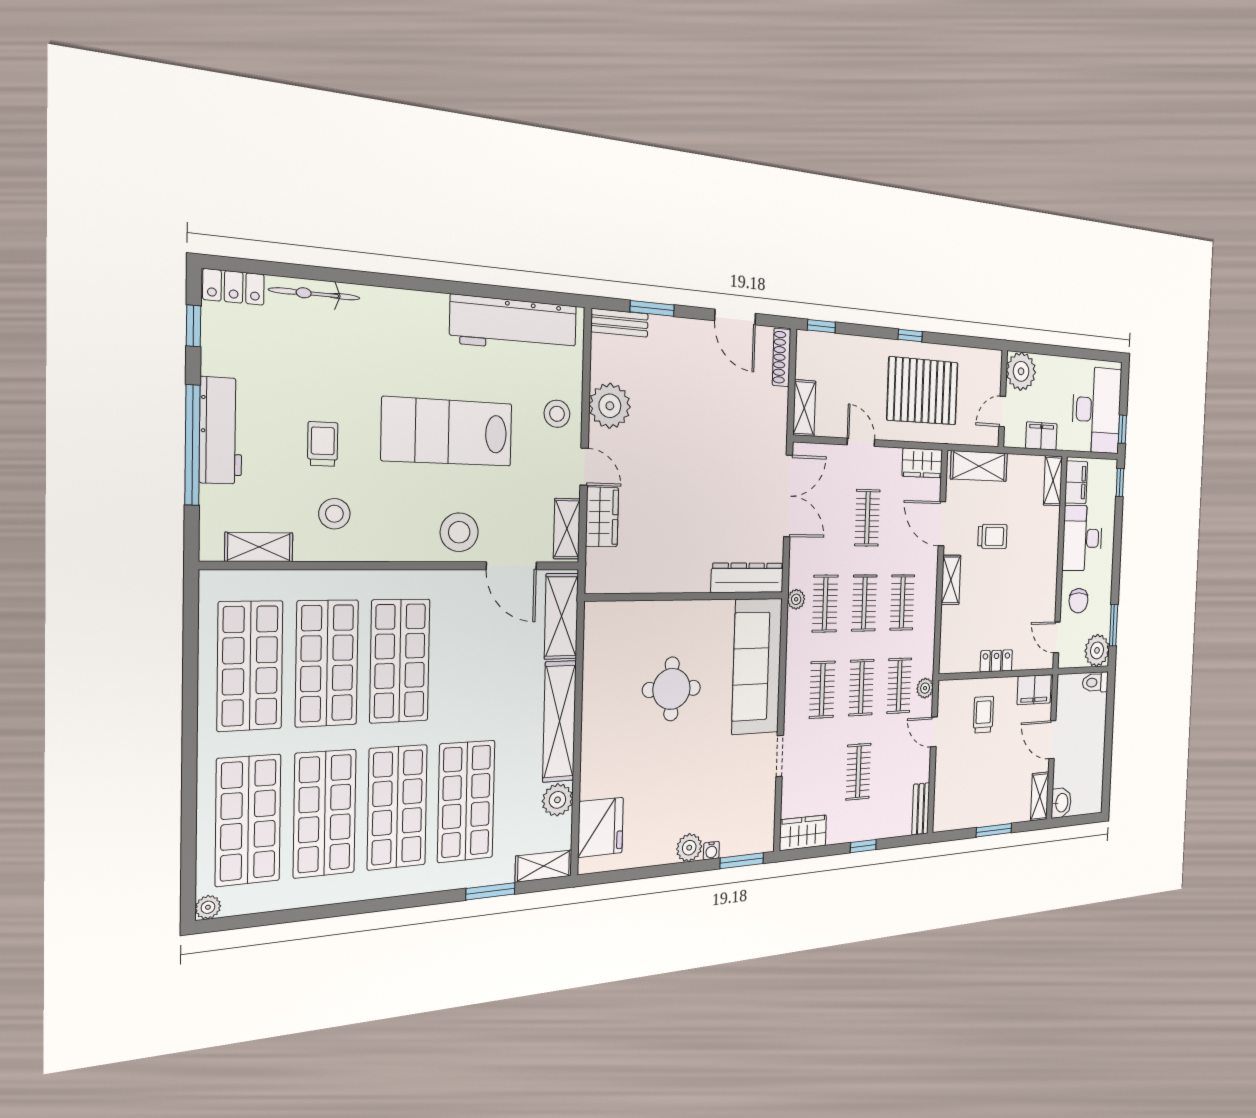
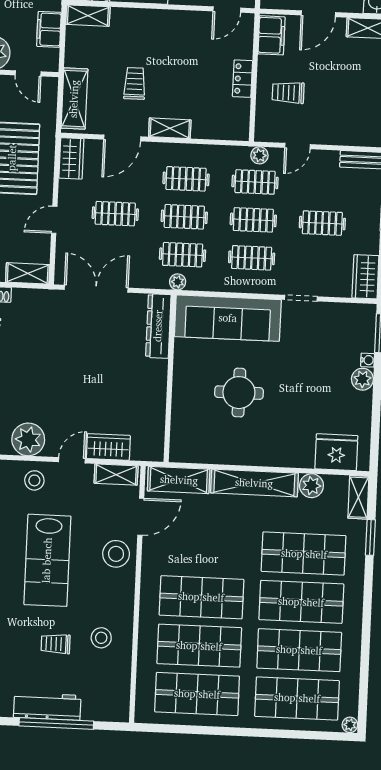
shelving: (259, 547) -> (121, 686), removed

